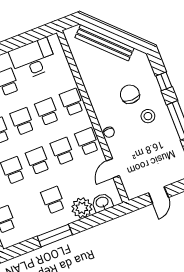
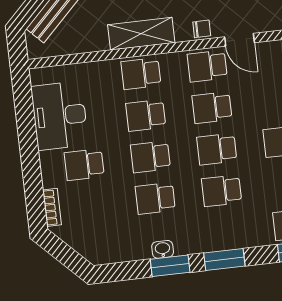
shelving: (96, 96) -> (141, 34), added
door: (113, 168) -> (239, 40), moved

